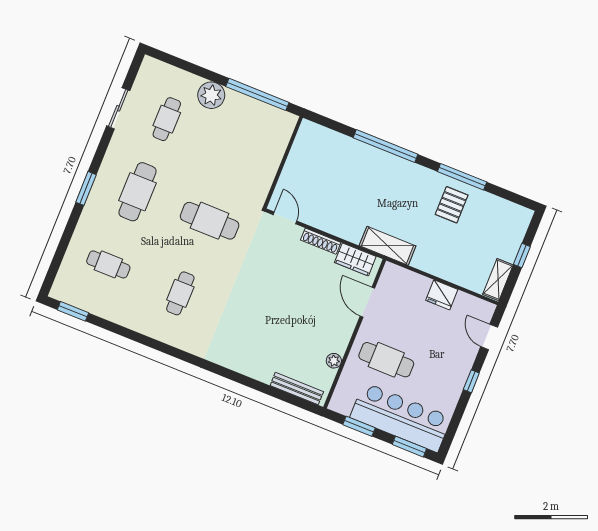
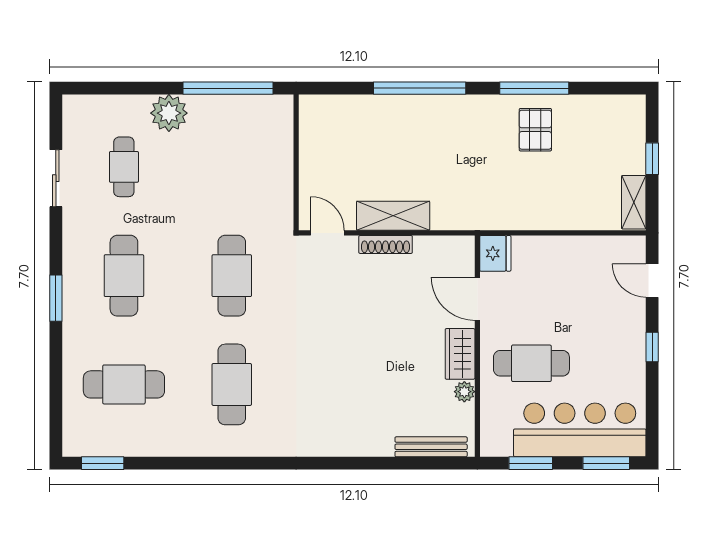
cafe table: (210, 221) -> (232, 276), turned 90
shelving: (388, 246) -> (393, 216), moved
wardrobe: (355, 259) -> (460, 354), moved, turned 90
cafe table: (108, 264) -> (124, 384), width x1.37, depth x1.35
cafe table: (180, 293) -> (232, 384), width x1.37, depth x1.35
fridge: (442, 295) -> (495, 253), moved, turned -90

